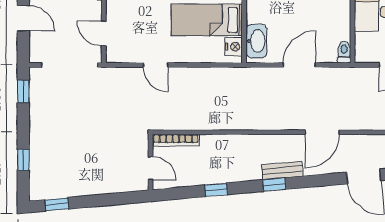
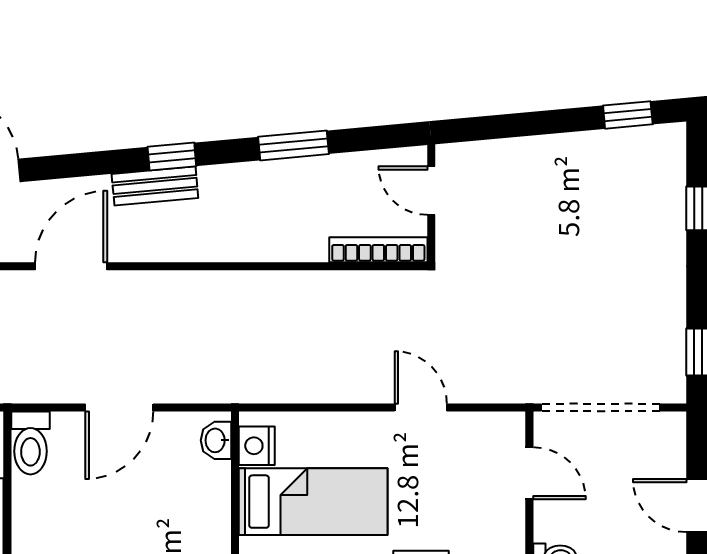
washbasin: (256, 41) -> (216, 440), width x0.52, depth x0.69
toilet: (344, 52) -> (30, 443), width x1.37, depth x1.39
window: (216, 190) -> (293, 145), width x1.50

